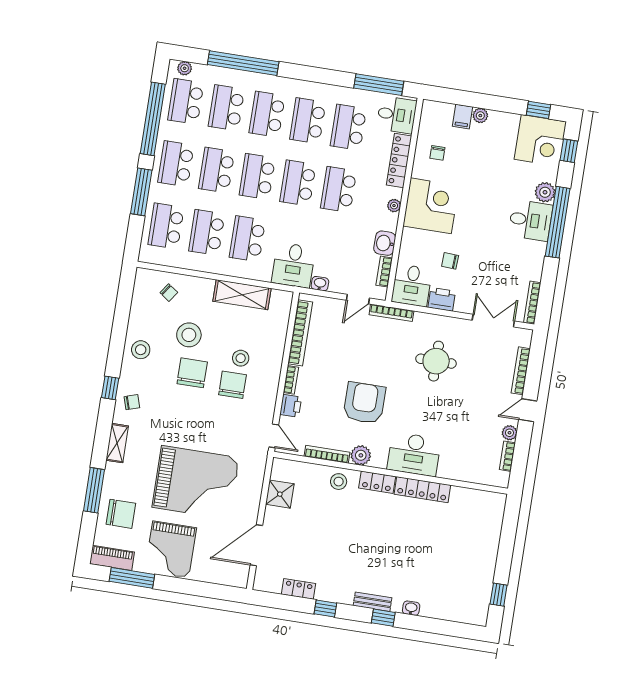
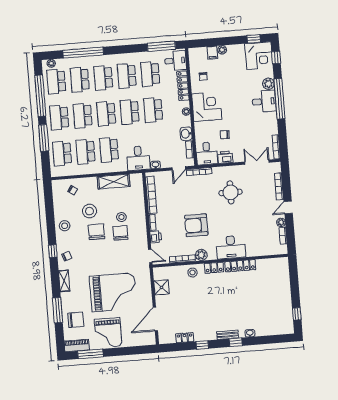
armchair: (364, 403) -> (196, 225), turned -90

